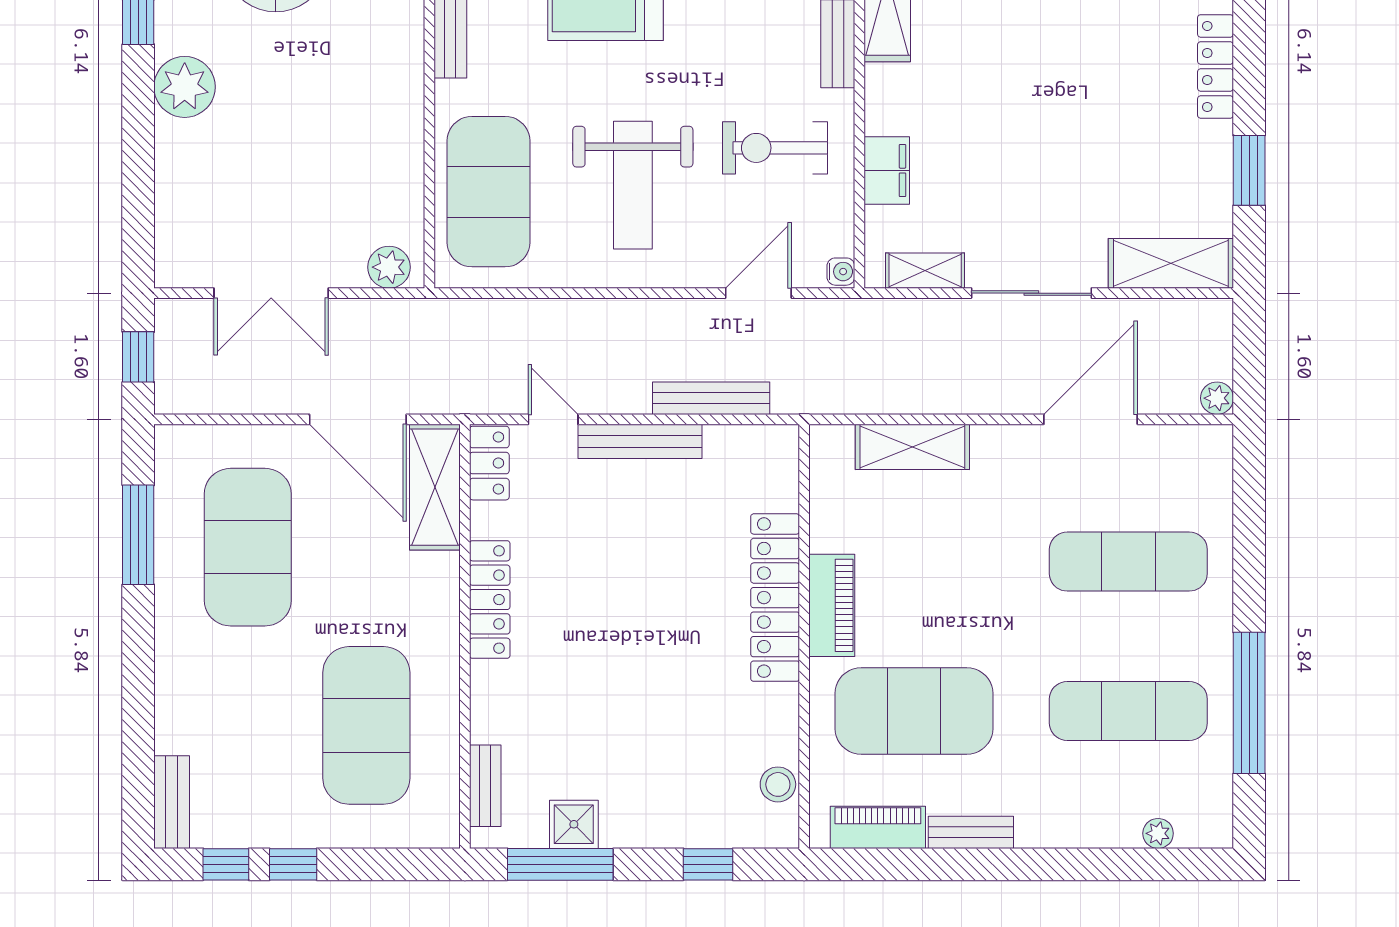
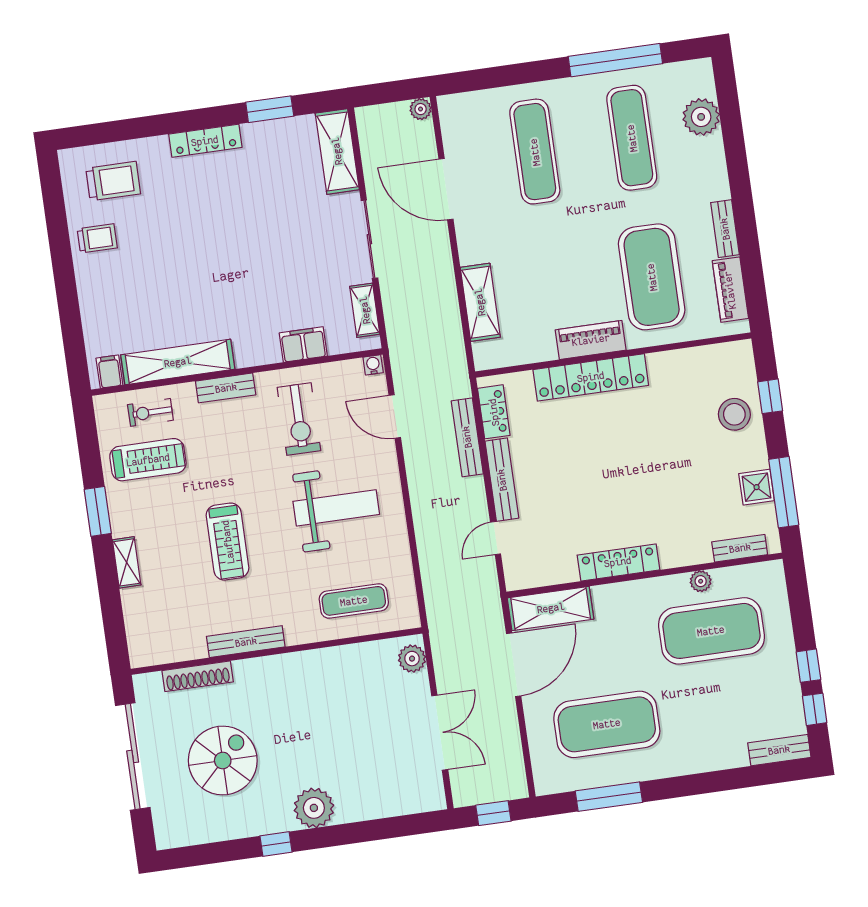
exercise mat: (489, 192) -> (354, 601), width x0.50, depth x0.69
locker: (489, 463) -> (494, 412), moved, turned 90
plant: (444, 720) -> (701, 581), added
stool: (778, 784) -> (734, 414), moved, width x1.38, depth x1.38
plant: (1158, 833) -> (701, 117), width x1.87, depth x1.87

